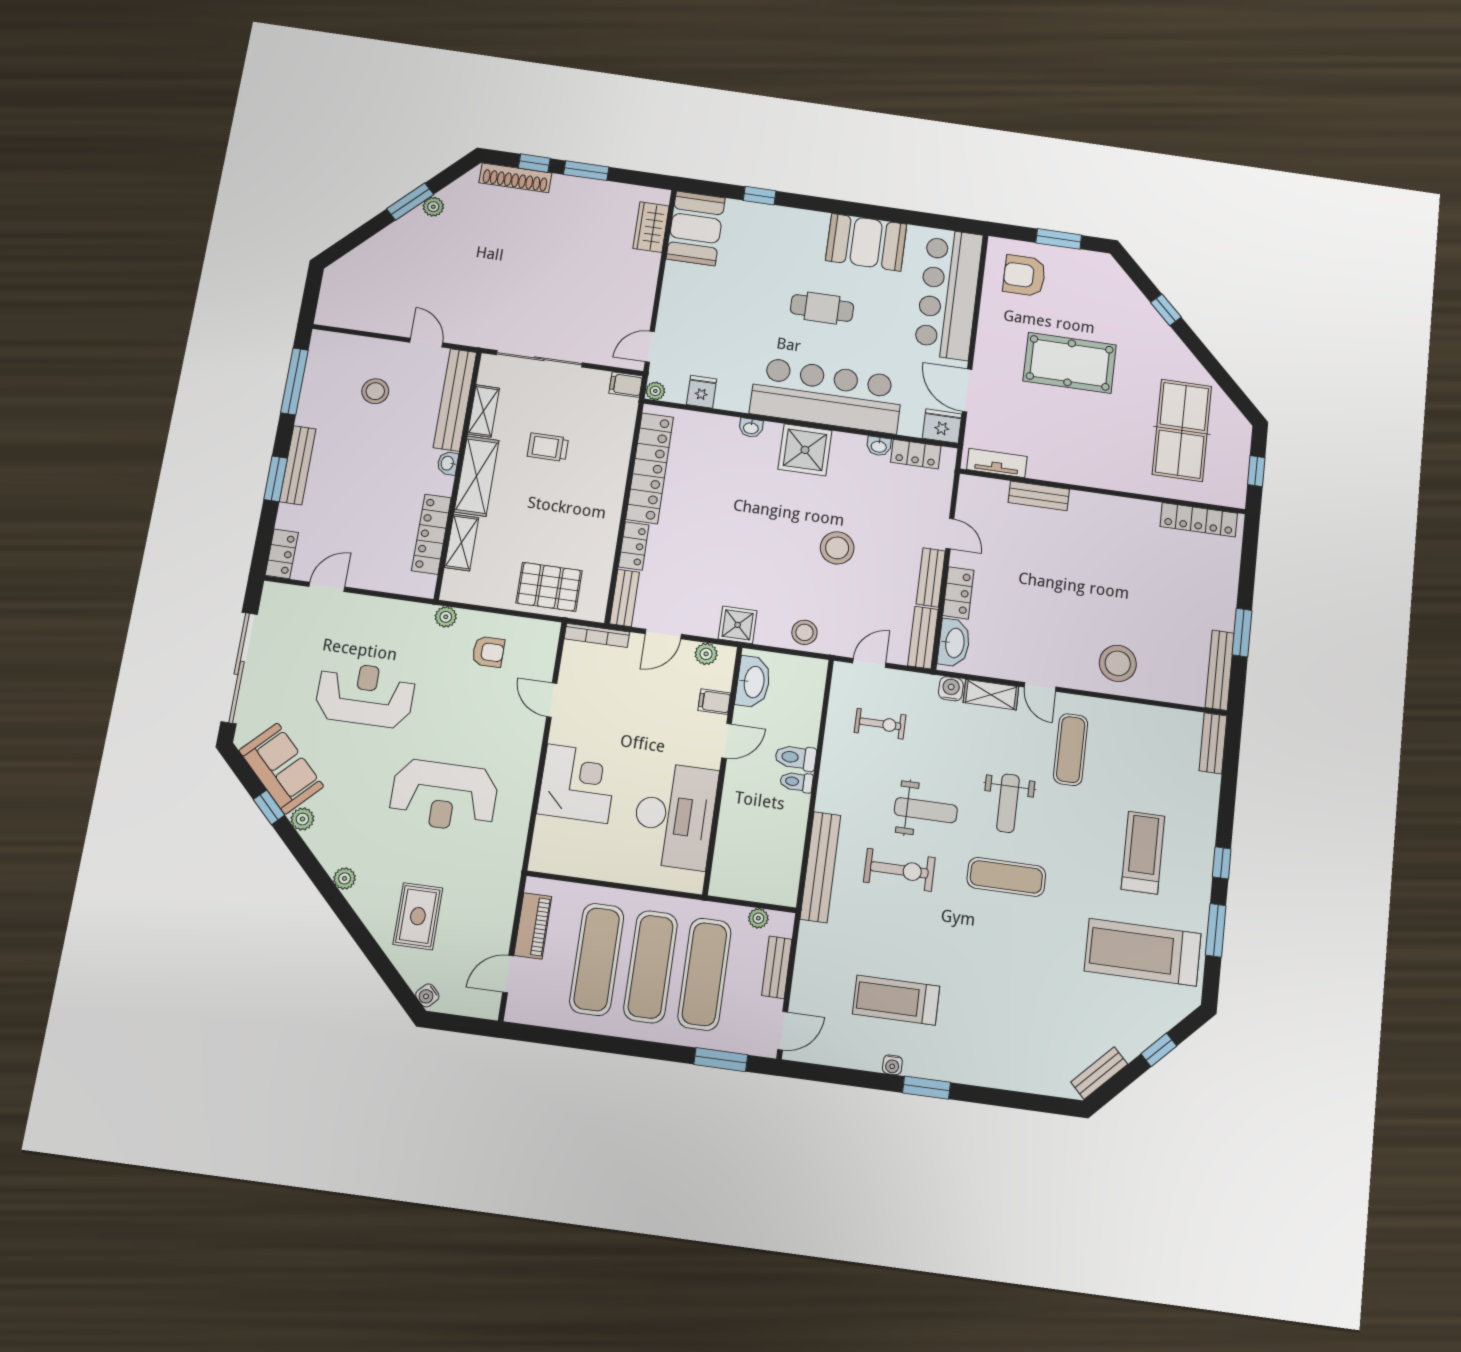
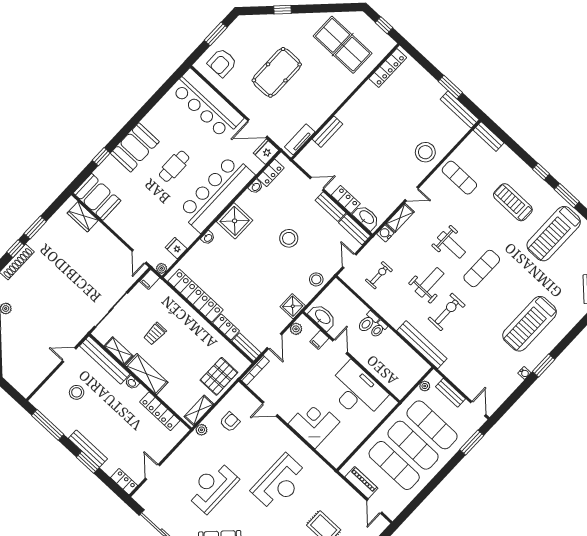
booth: (866, 242) -> (135, 147), moved
shelving: (462, 543) -> (199, 410), moved, turned 90
exercise mat: (1071, 750) -> (459, 178), moved
treadmill: (896, 1000) -> (530, 324), moved, width x1.37, depth x1.38

